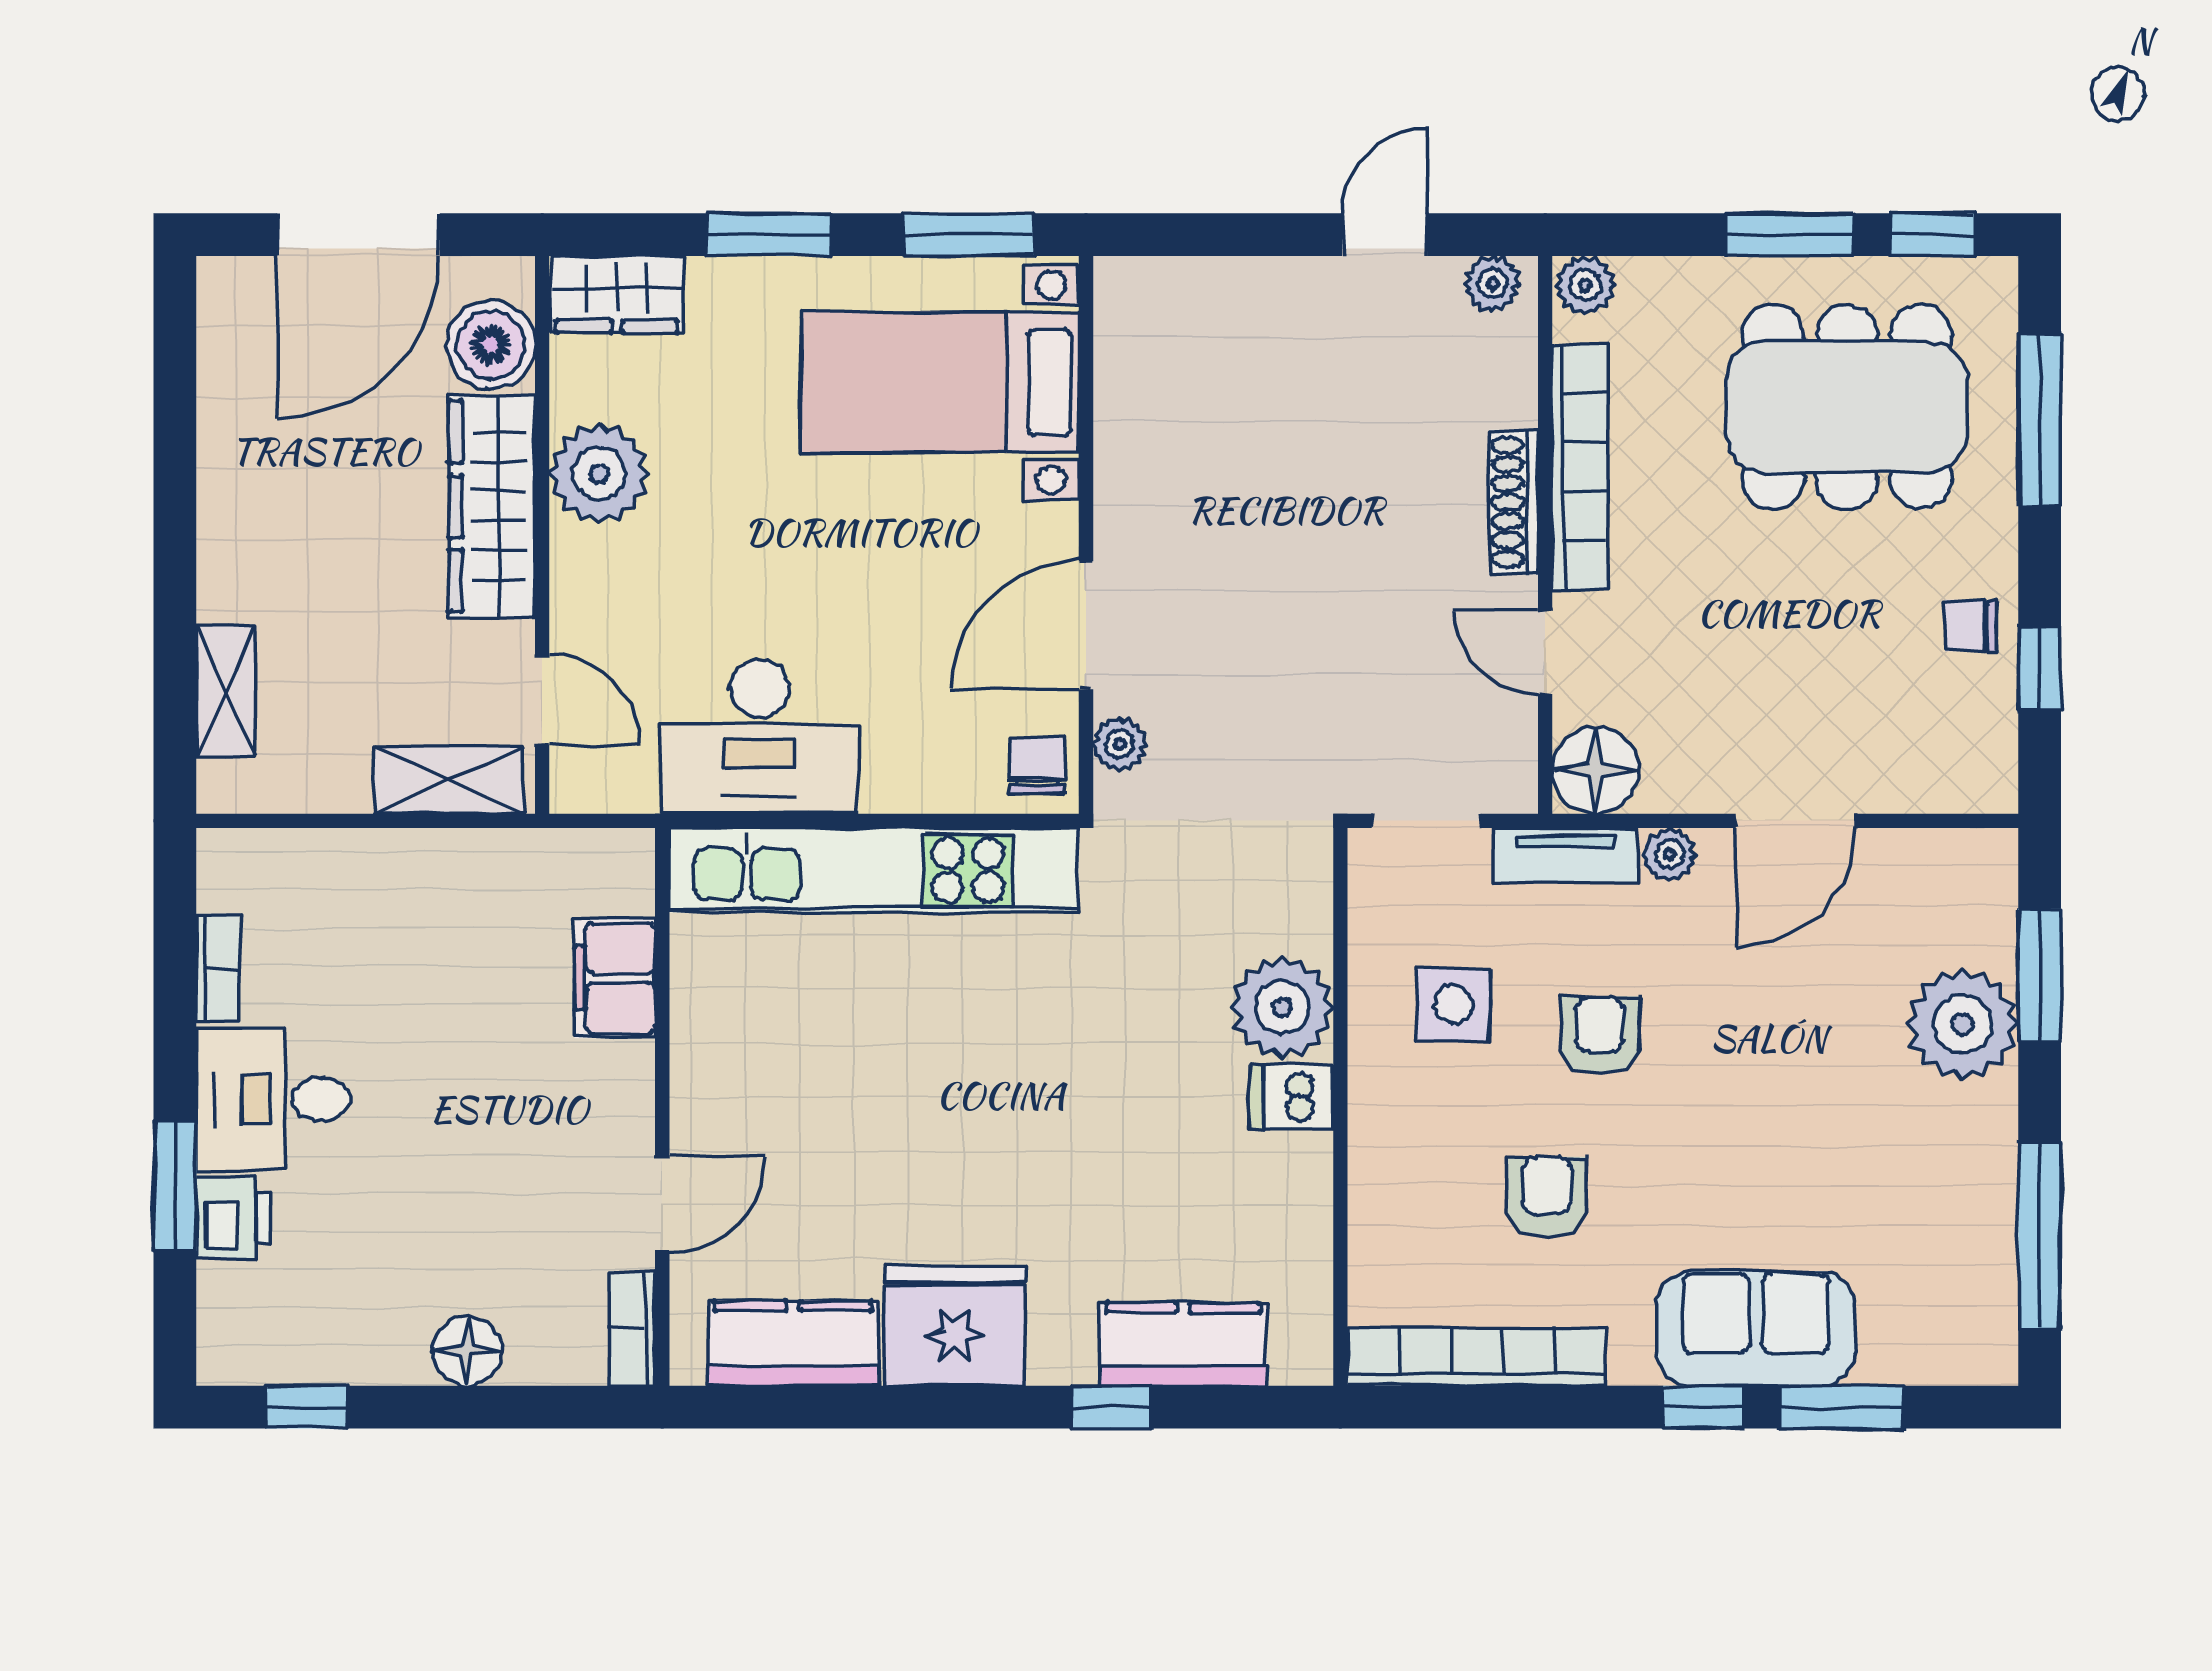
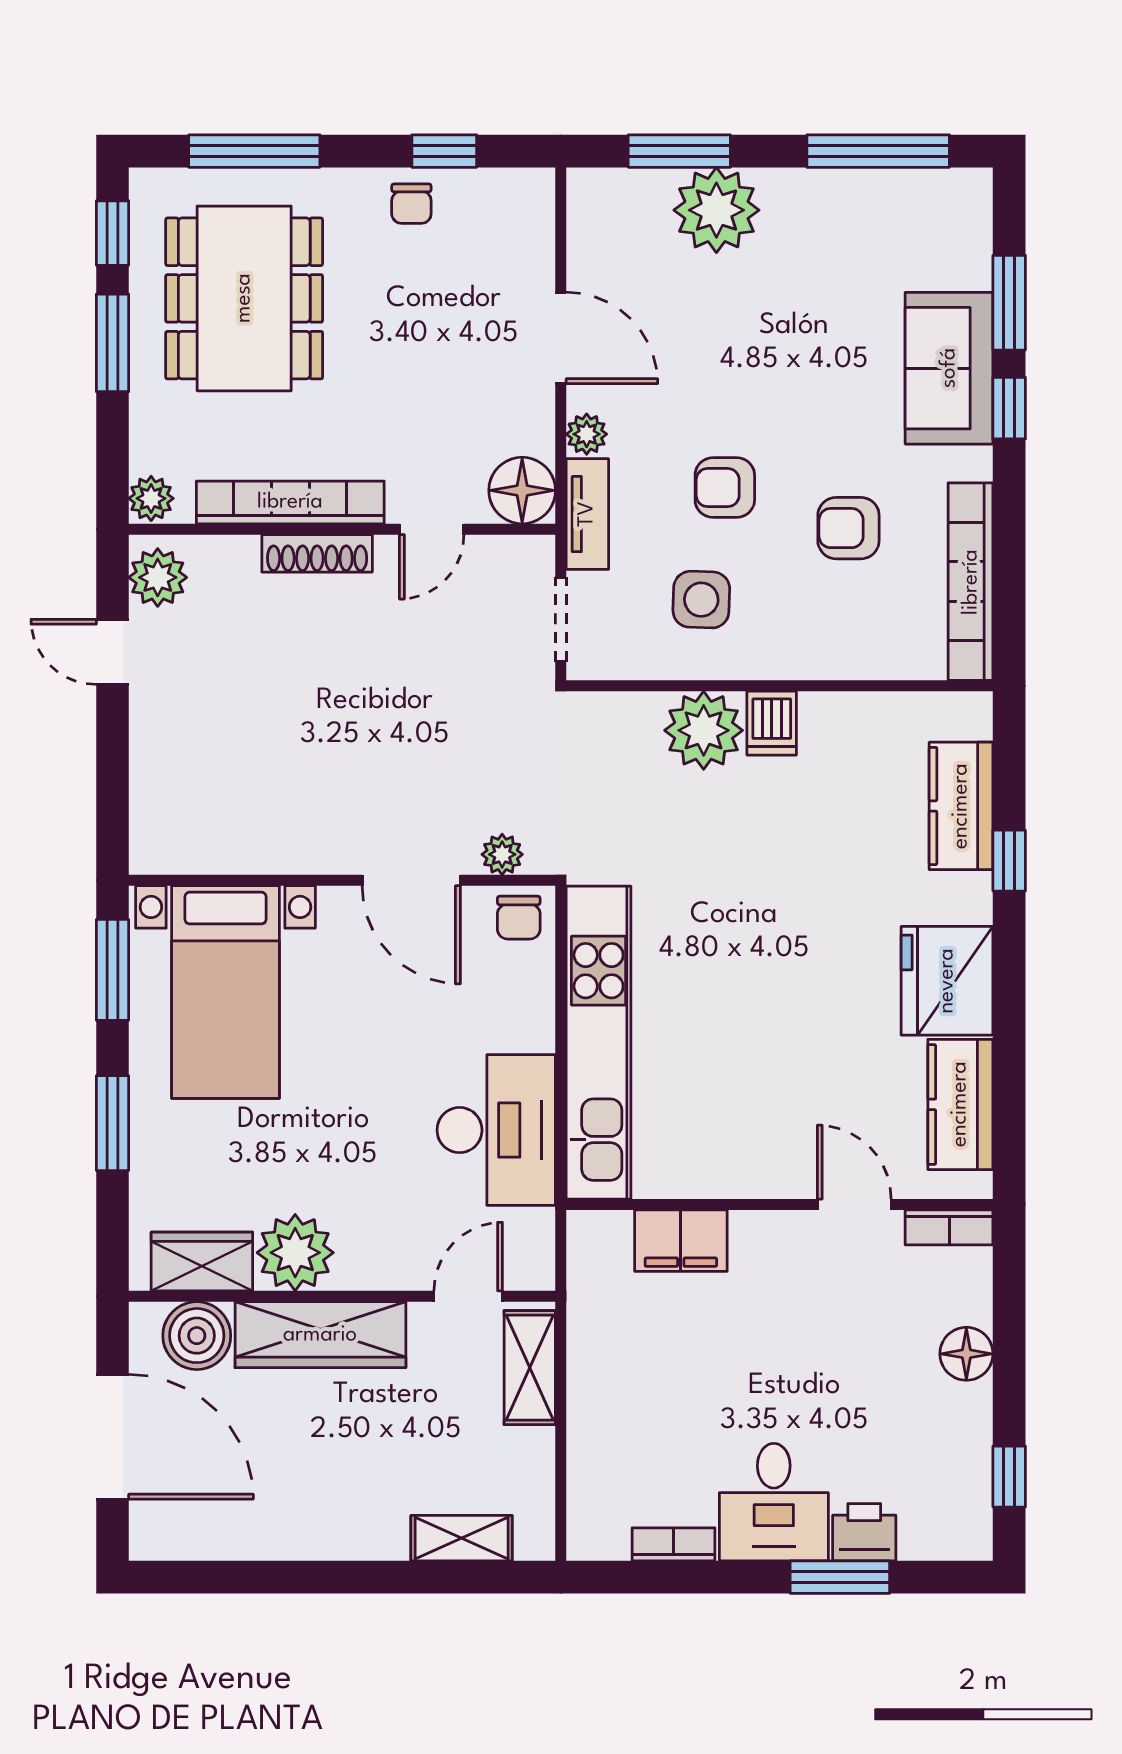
plant: (1492, 283) -> (158, 577), width x1.38, depth x1.38
wardrobe: (617, 294) -> (202, 1261), moved, turned -90
chair: (1037, 766) -> (519, 918), turned -90

